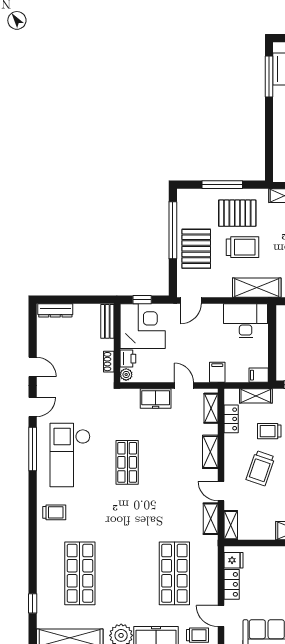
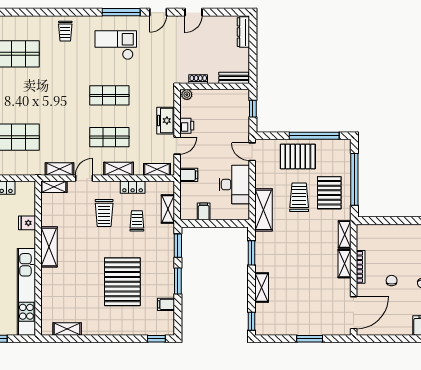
window: (222, 185) -> (354, 179), width x1.46
trolley: (243, 247) -> (299, 197), turned 180
desk: (246, 321) -> (234, 185), moved
corner desk: (143, 326) -> (230, 109), removed
printer: (128, 359) -> (187, 126), moved, turned -90
filing cabinet: (259, 375) -> (204, 211), moved
door: (33, 407) -> (158, 12), hinge flipped
locker: (231, 419) -> (133, 187), moved
checkout: (70, 455) -> (116, 45), width x0.73, depth x0.83
shop shelf: (174, 462) -> (109, 137), added
trolley: (260, 468) -> (104, 213), turned -109
fridge: (234, 560) -> (27, 223), moved, turned 90

